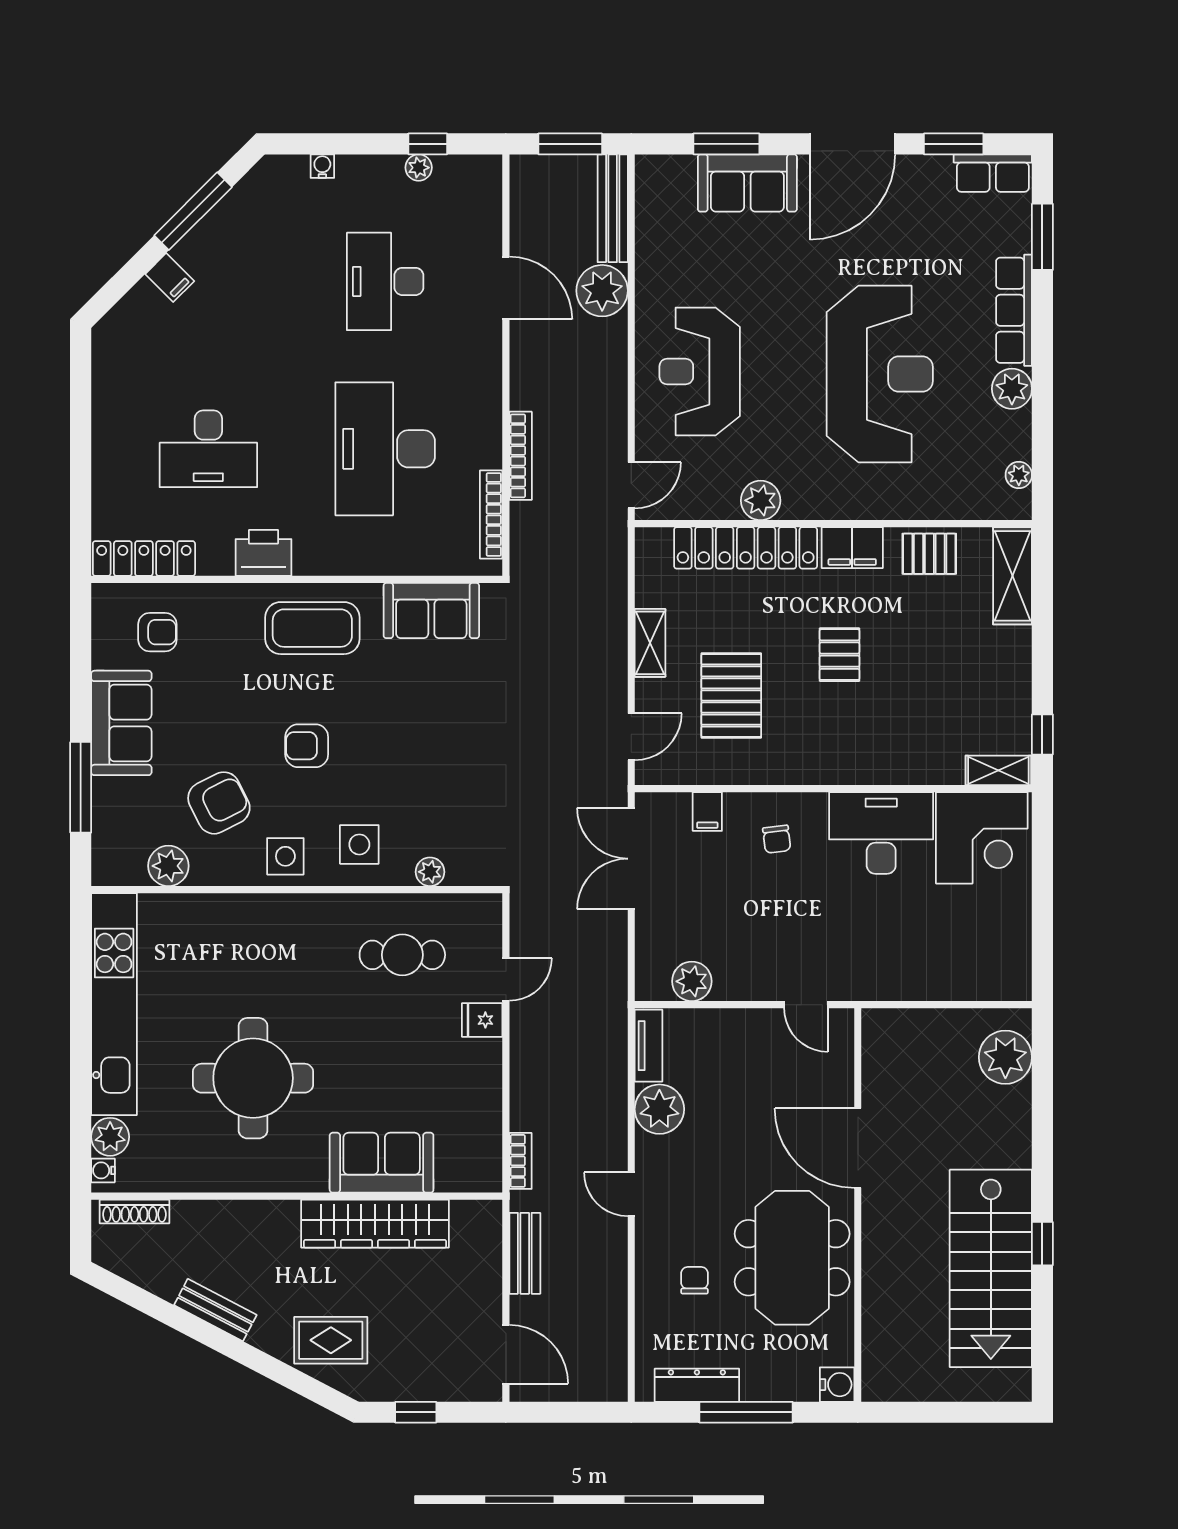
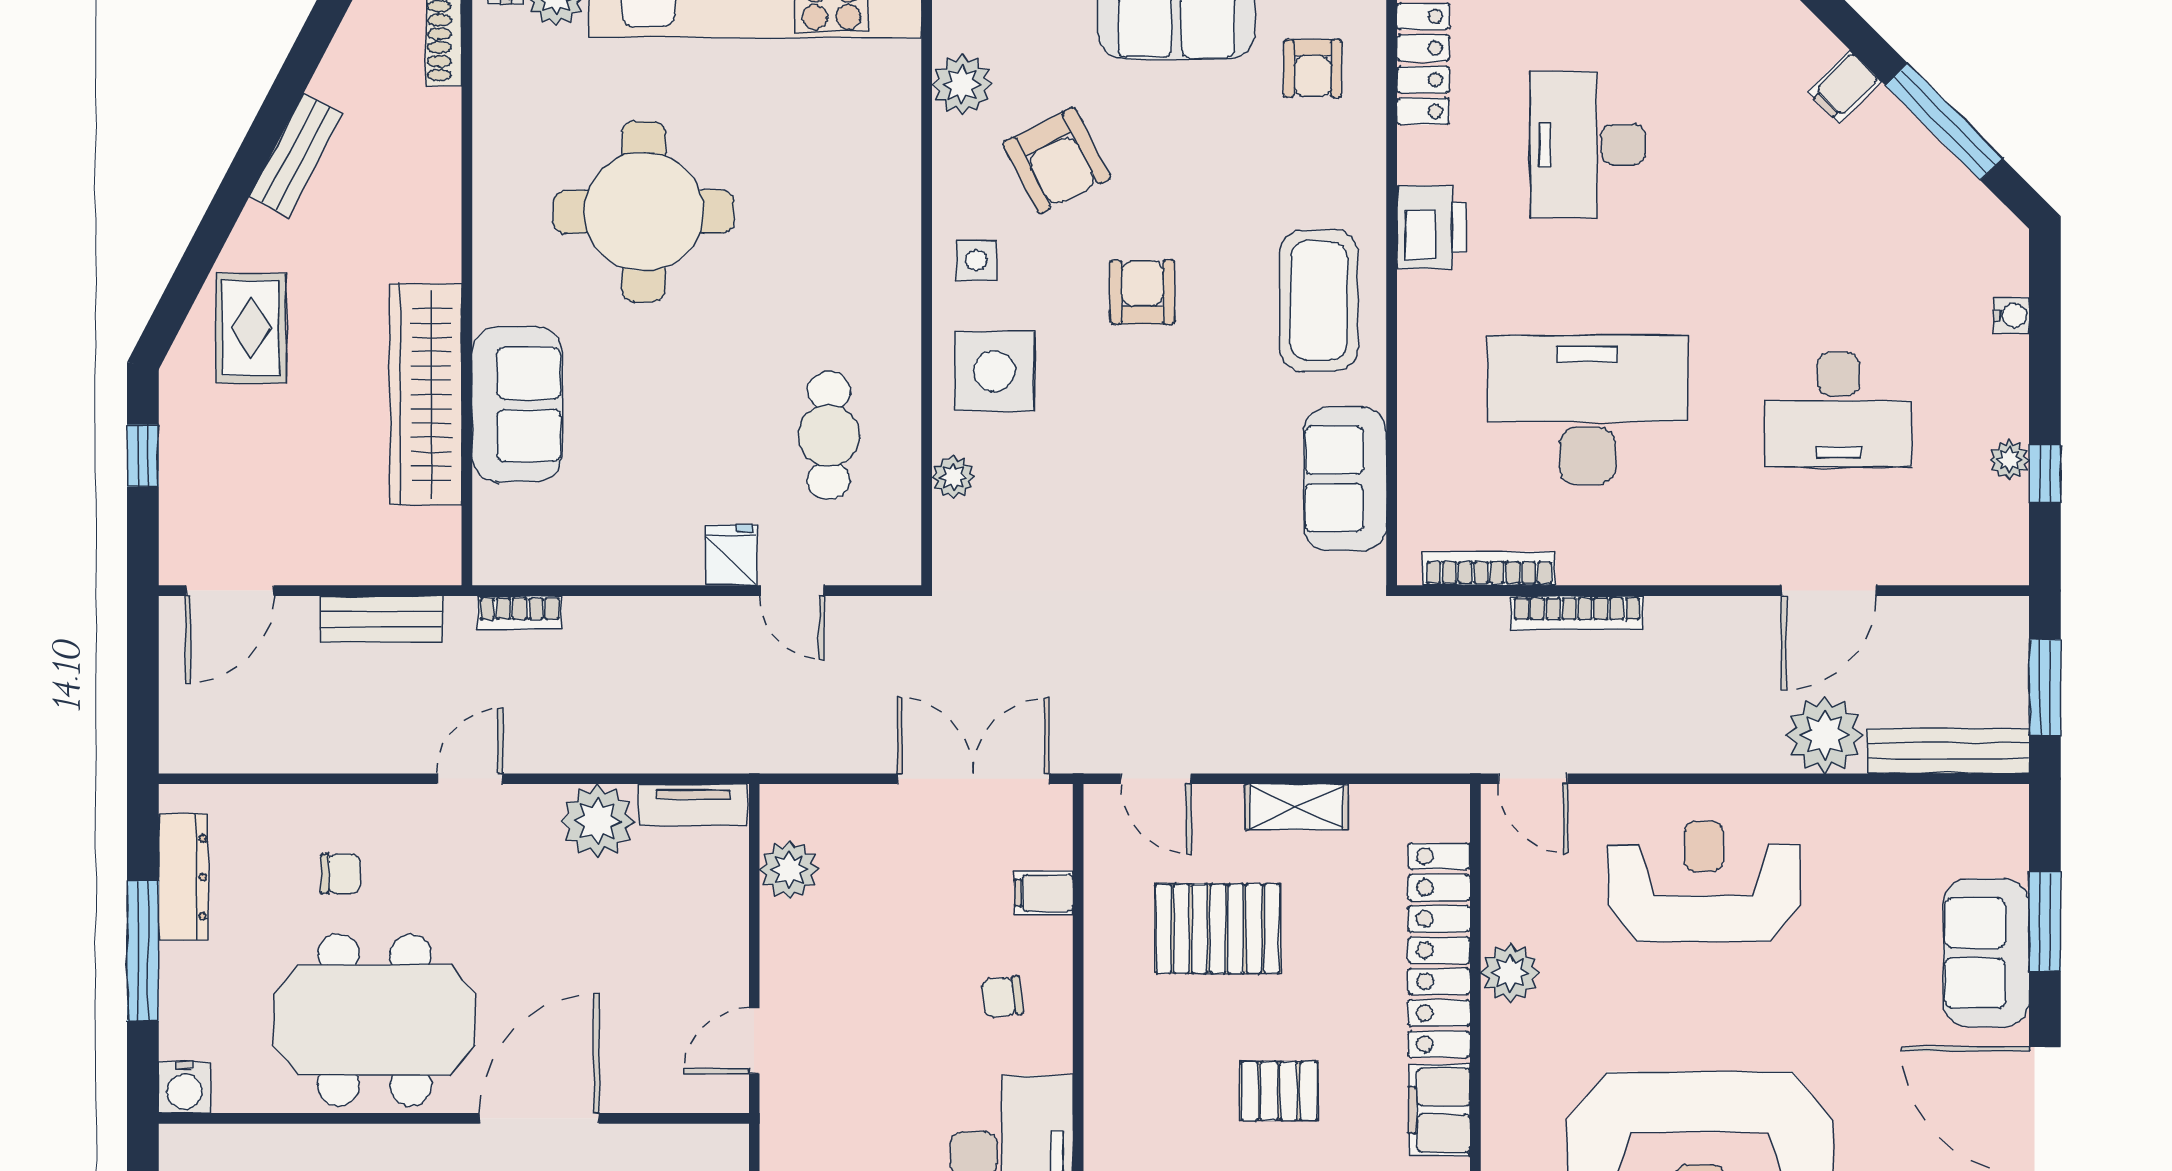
desk: (385, 281) -> (1839, 410), turned 180
side table: (359, 844) -> (994, 371), width x1.37, depth x1.37
side table: (285, 856) -> (977, 260), width x0.73, depth x0.73

